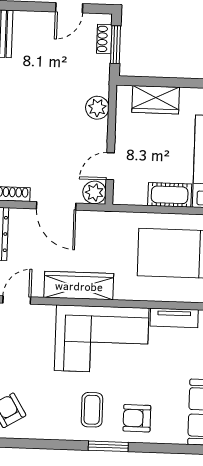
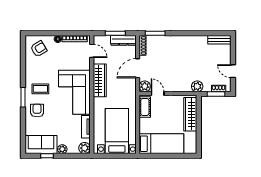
wardrobe: (156, 100) -> (190, 114), width x1.50
plant: (97, 108) -> (197, 86), moved
cot: (170, 195) -> (145, 107), moved

